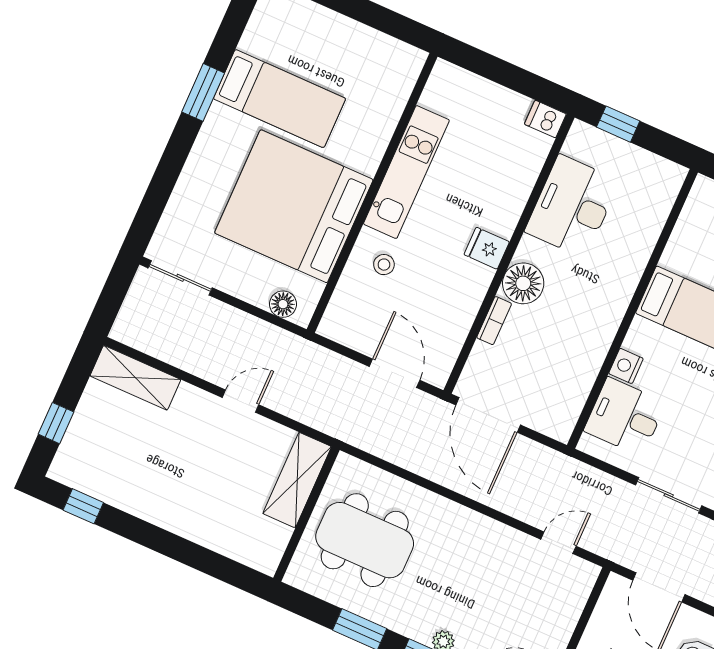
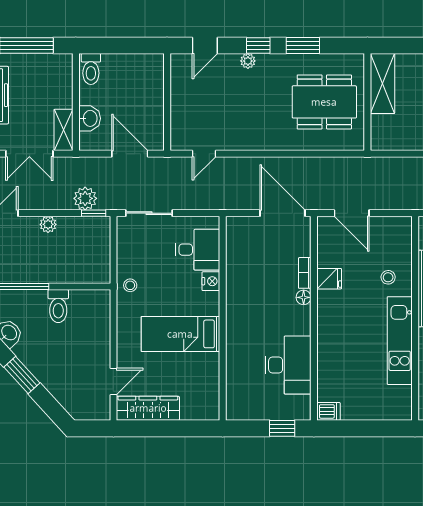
fridge: (487, 248) -> (329, 279), moved
floor lamp: (523, 283) -> (304, 297), width x0.53, depth x0.53
shelving: (297, 480) -> (382, 84), moved

